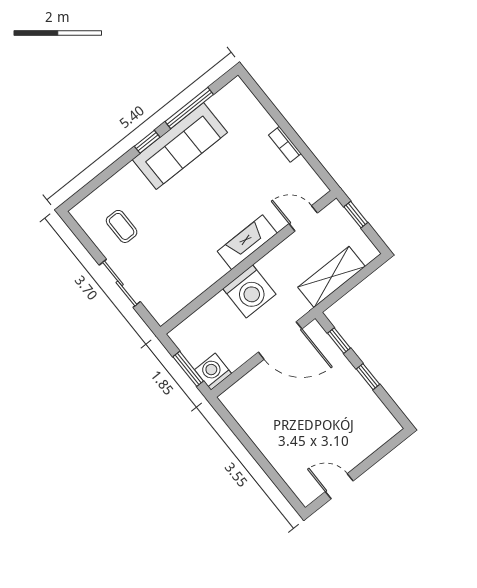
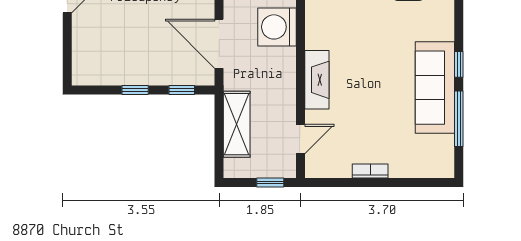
washing machine: (249, 291) -> (277, 27), moved
door: (280, 340) -> (219, 44), hinge flipped

